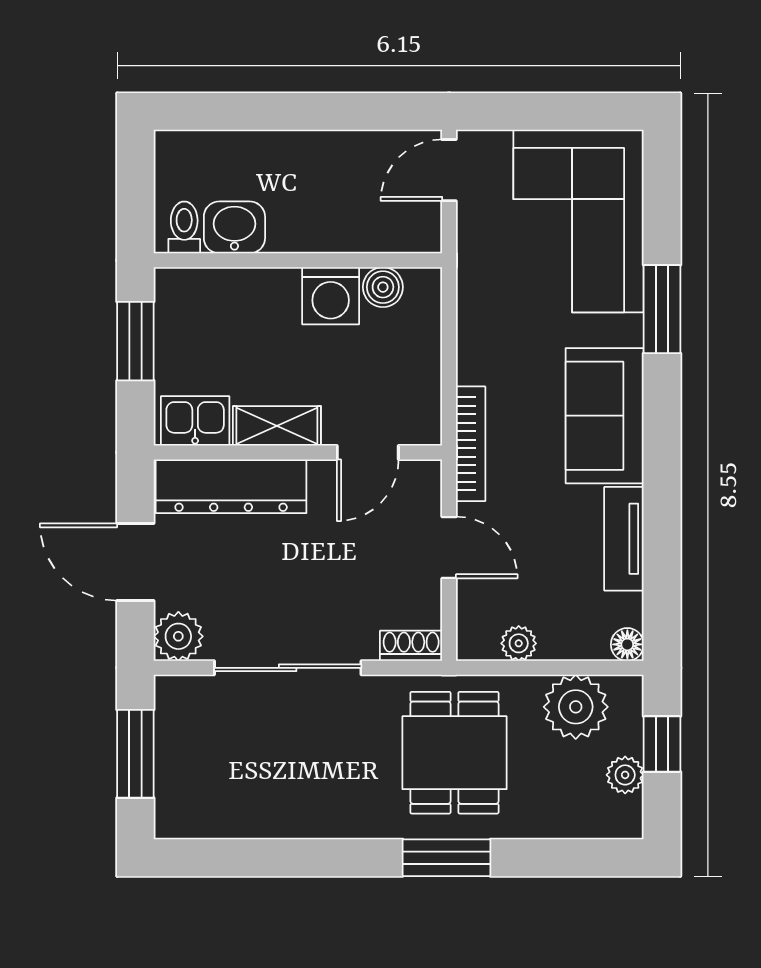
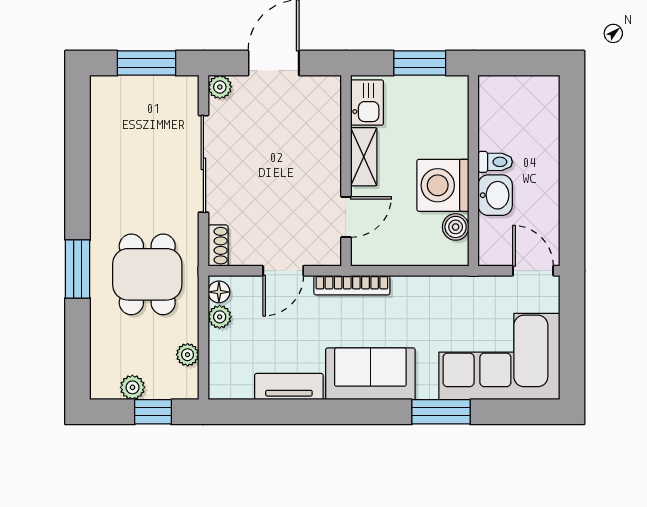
toilet: (184, 227) -> (495, 162), moved
washbasin: (234, 227) -> (495, 195), moved
washing machine: (331, 296) -> (443, 185), width x1.37, depth x1.37
door: (368, 453) -> (346, 217), swing flipped
dresser: (231, 486) -> (324, 126), removed
plant: (178, 636) -> (220, 87), width x0.73, depth x0.73
floor lamp: (627, 644) -> (219, 292), moved
plant: (576, 707) -> (188, 355), width x0.53, depth x0.53
dining table: (454, 753) -> (147, 274), turned 90

